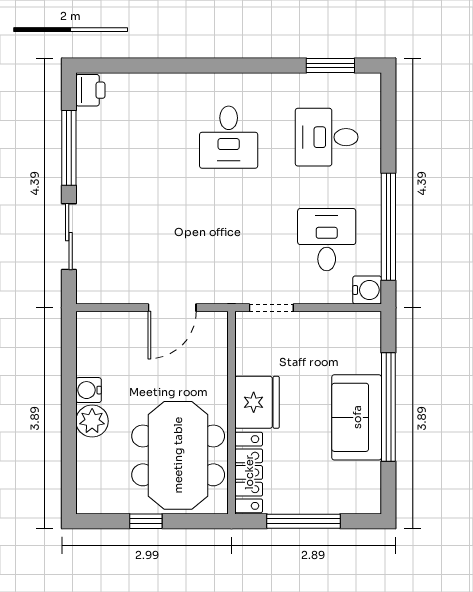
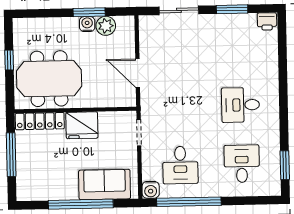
window: (69, 148) -> (232, 9), width x0.69
desk: (327, 240) -> (180, 165), turned 90
window: (69, 386) -> (89, 12), added
sofa: (357, 417) -> (105, 185), moved
plant: (92, 421) -> (106, 26), moved

